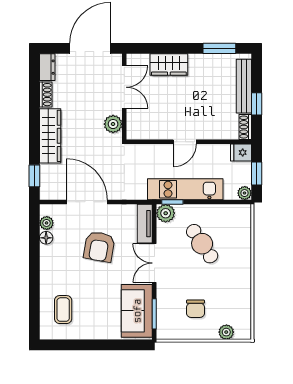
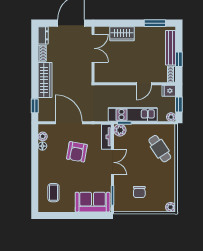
plant: (113, 124) -> (86, 72), removed
door: (185, 142) -> (144, 84), moved
cafe table: (202, 244) -> (160, 149), moved
double door: (154, 263) -> (113, 162), swing flipped
sofa: (137, 311) -> (93, 202), moved, turned 90
plant: (226, 332) -> (171, 207), moved

